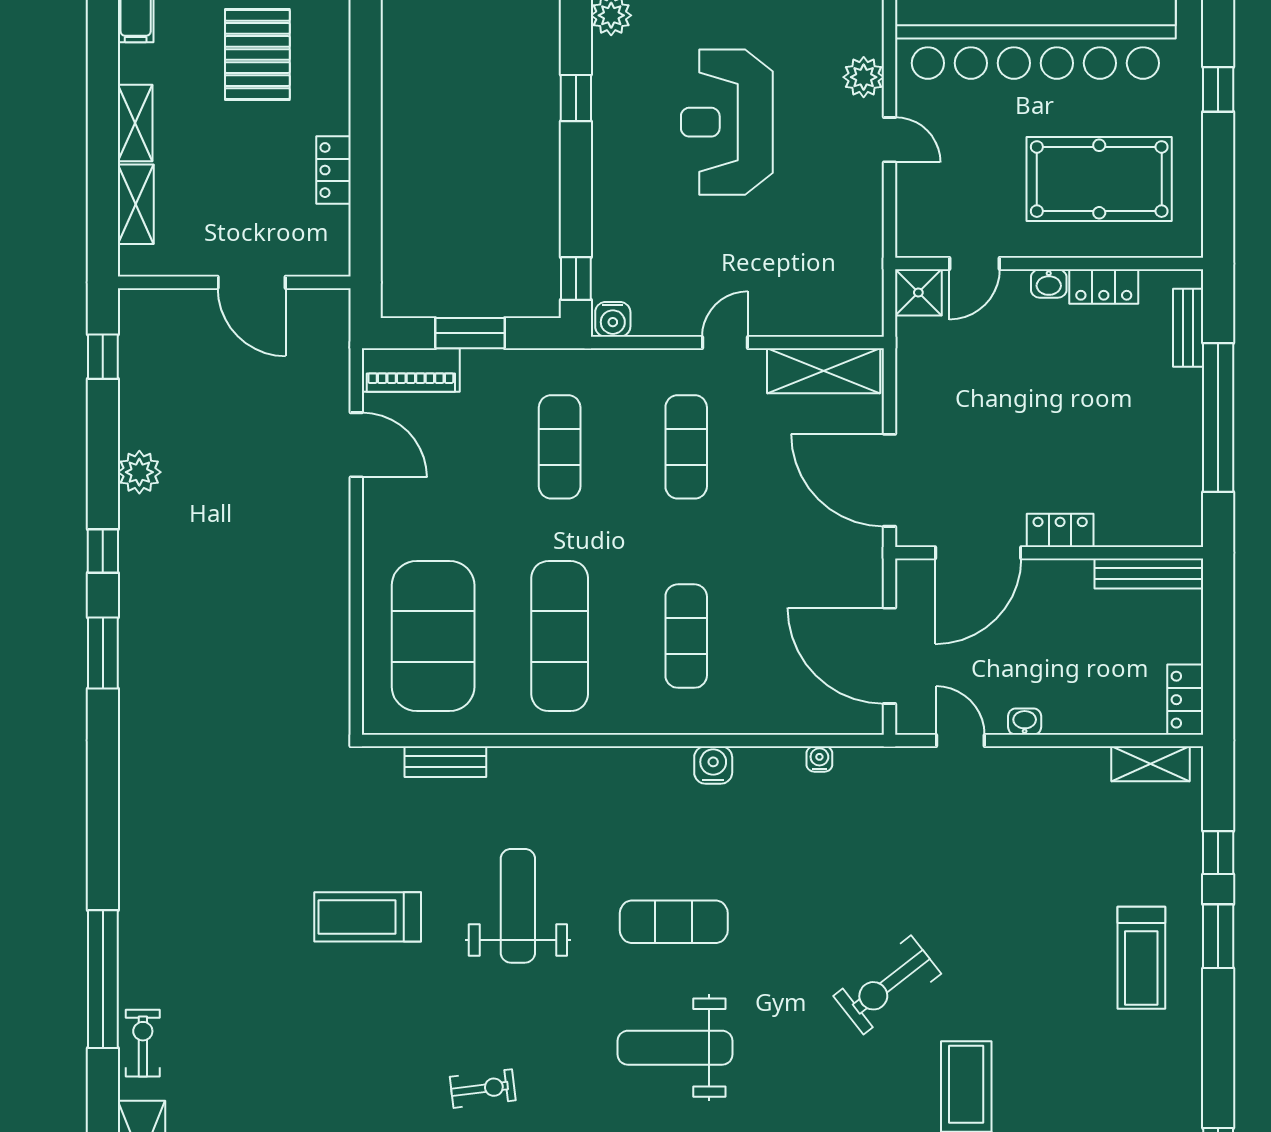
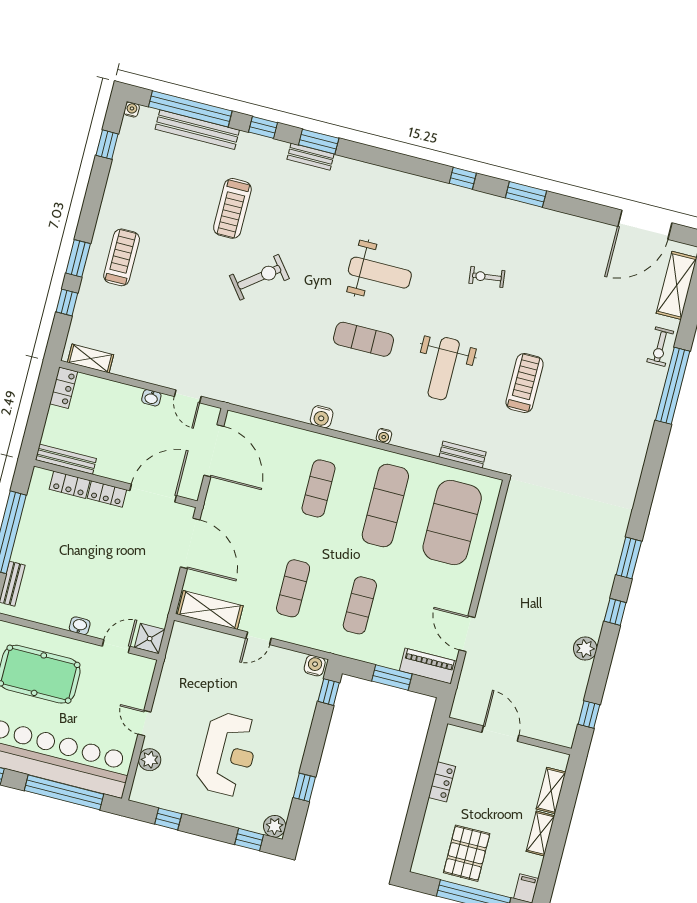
locker: (1104, 287) -> (70, 485), moved, turned 180
water cooler: (819, 759) -> (384, 436), moved
treadmill: (368, 917) -> (525, 383), turned -90

